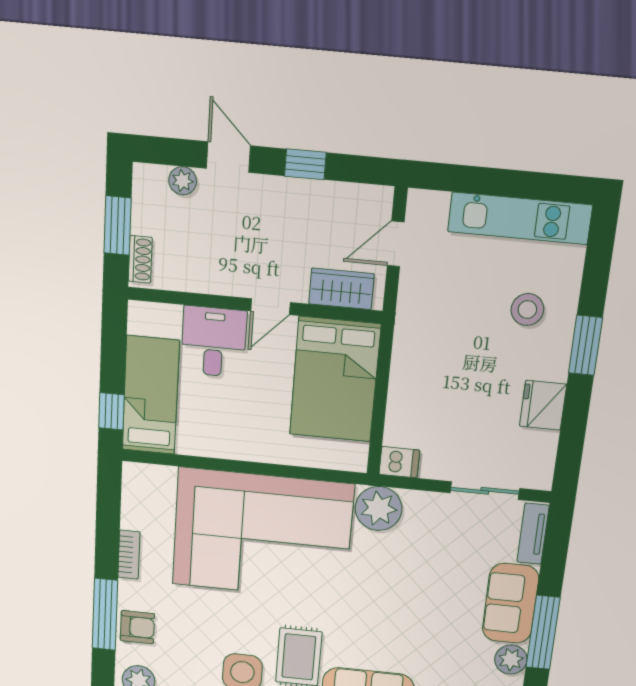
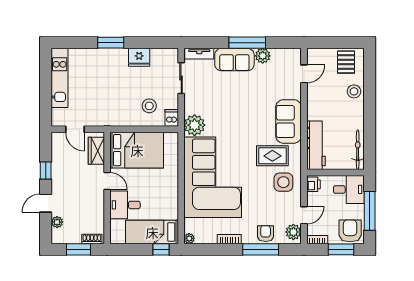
stool: (527, 310) -> (149, 106), moved
plant: (133, 473) -> (189, 238), added

